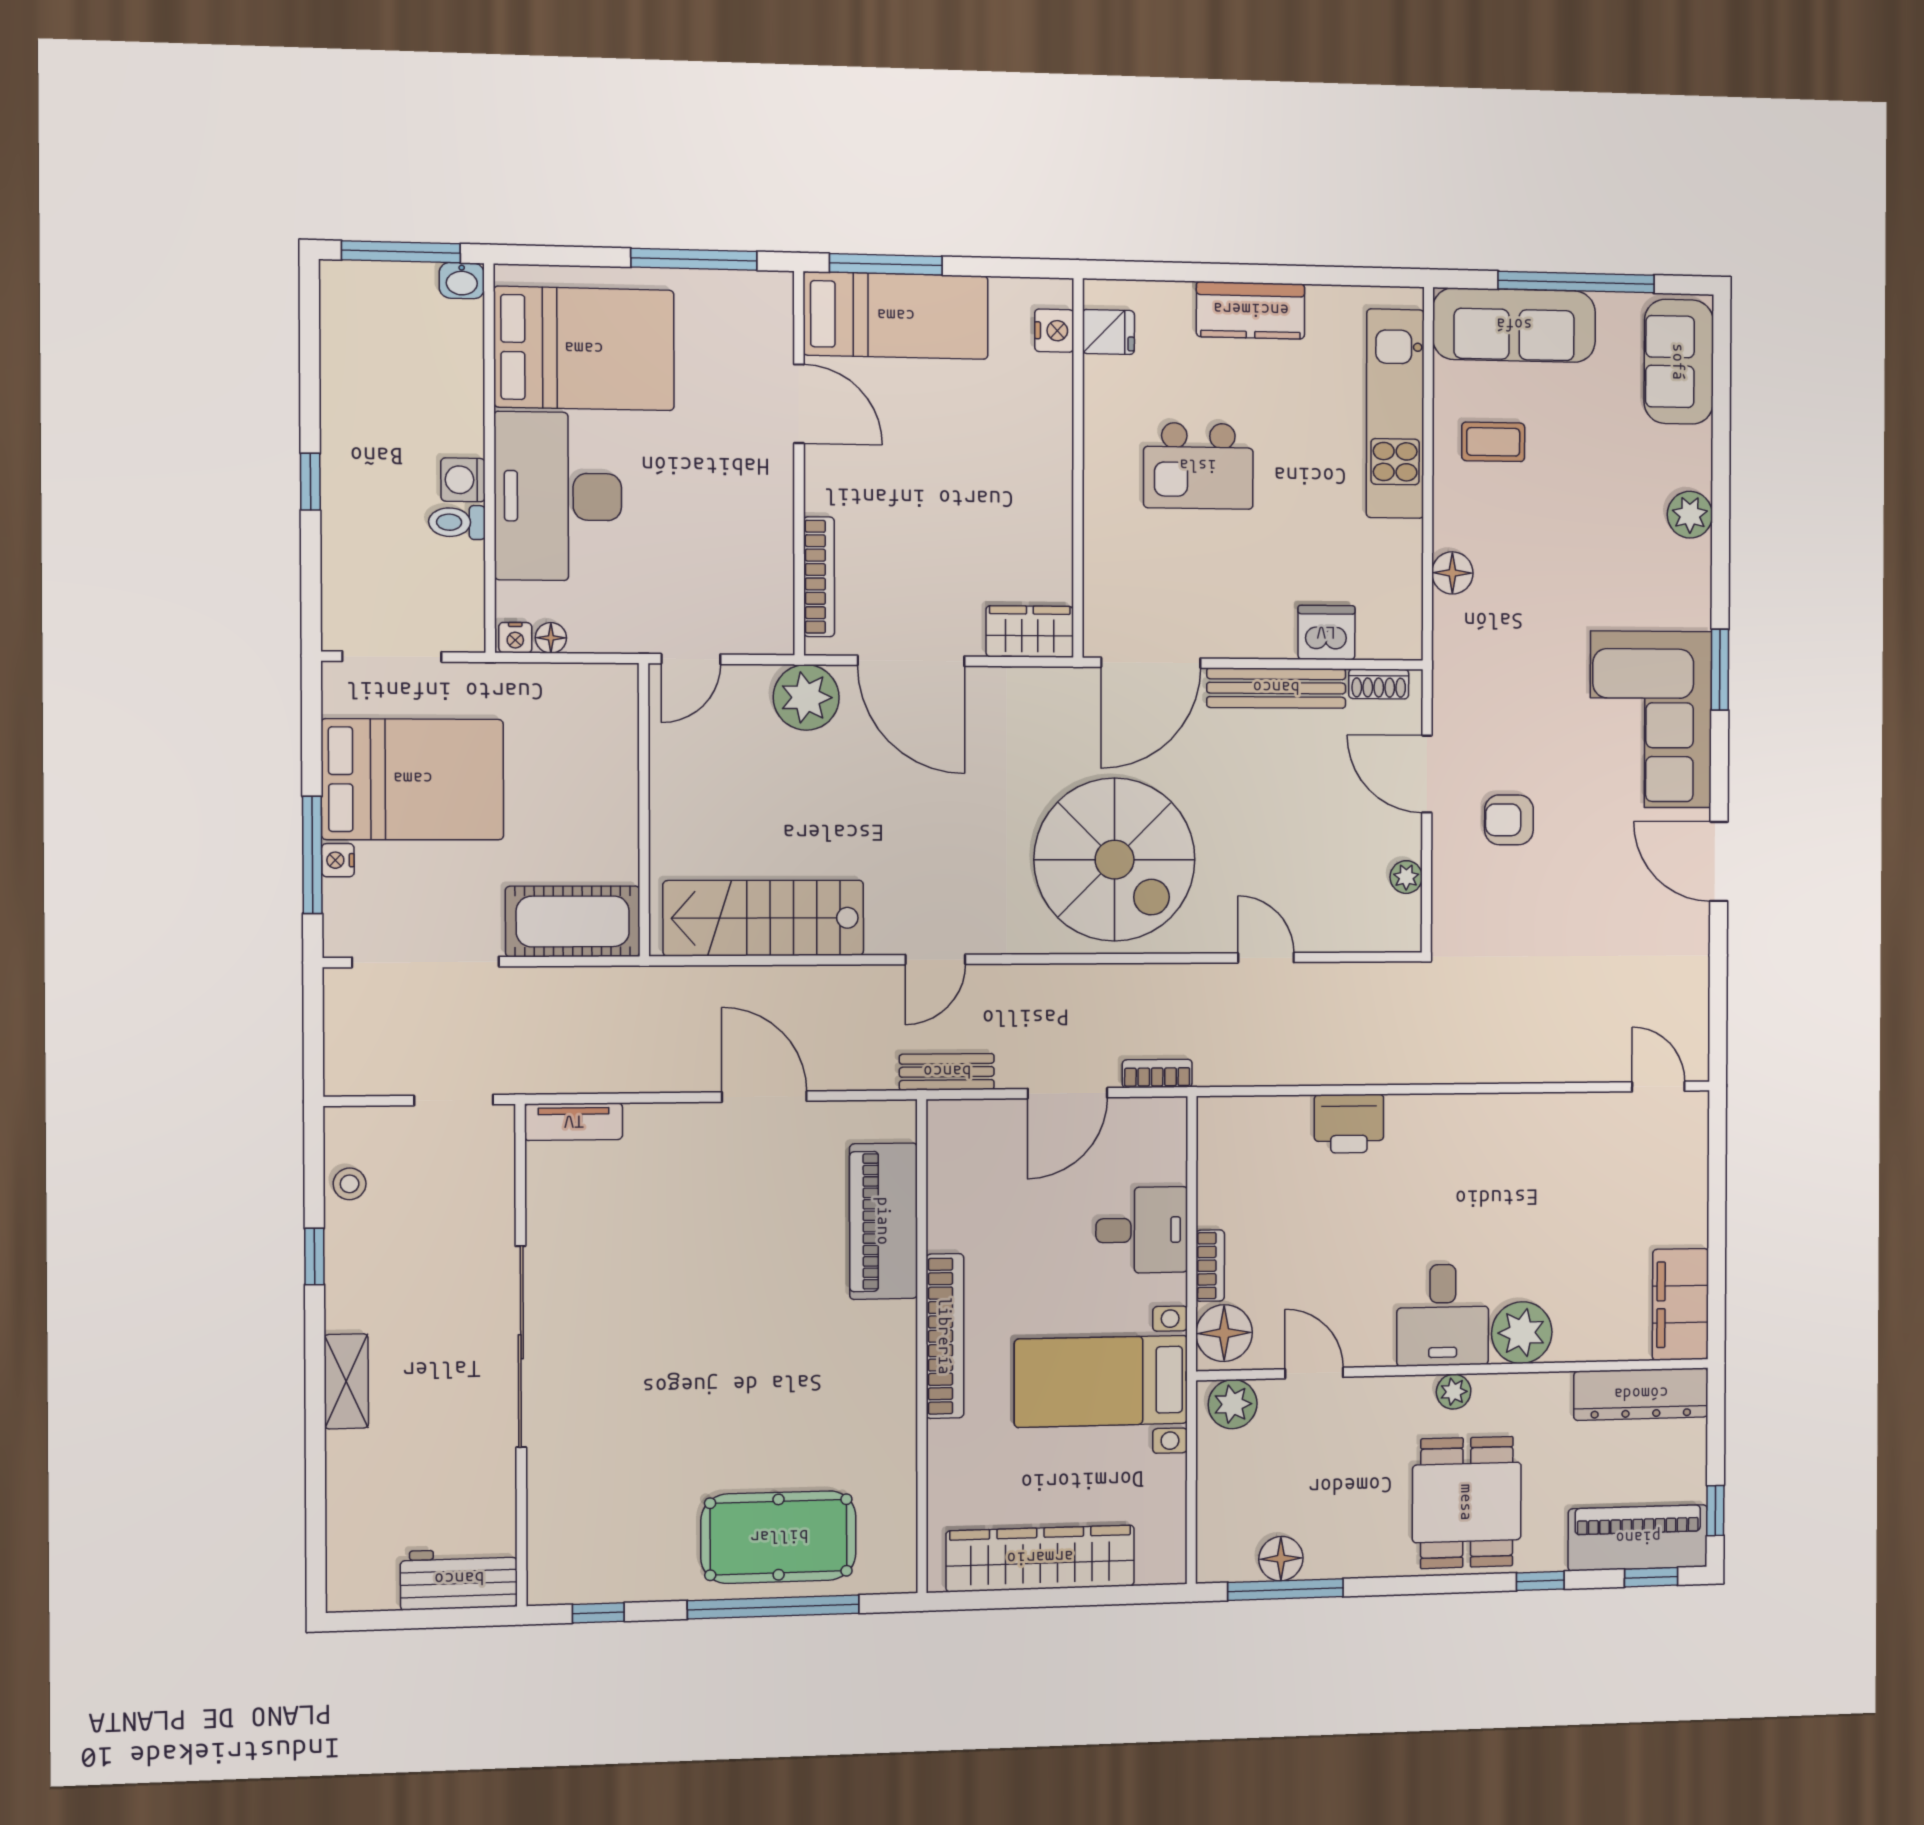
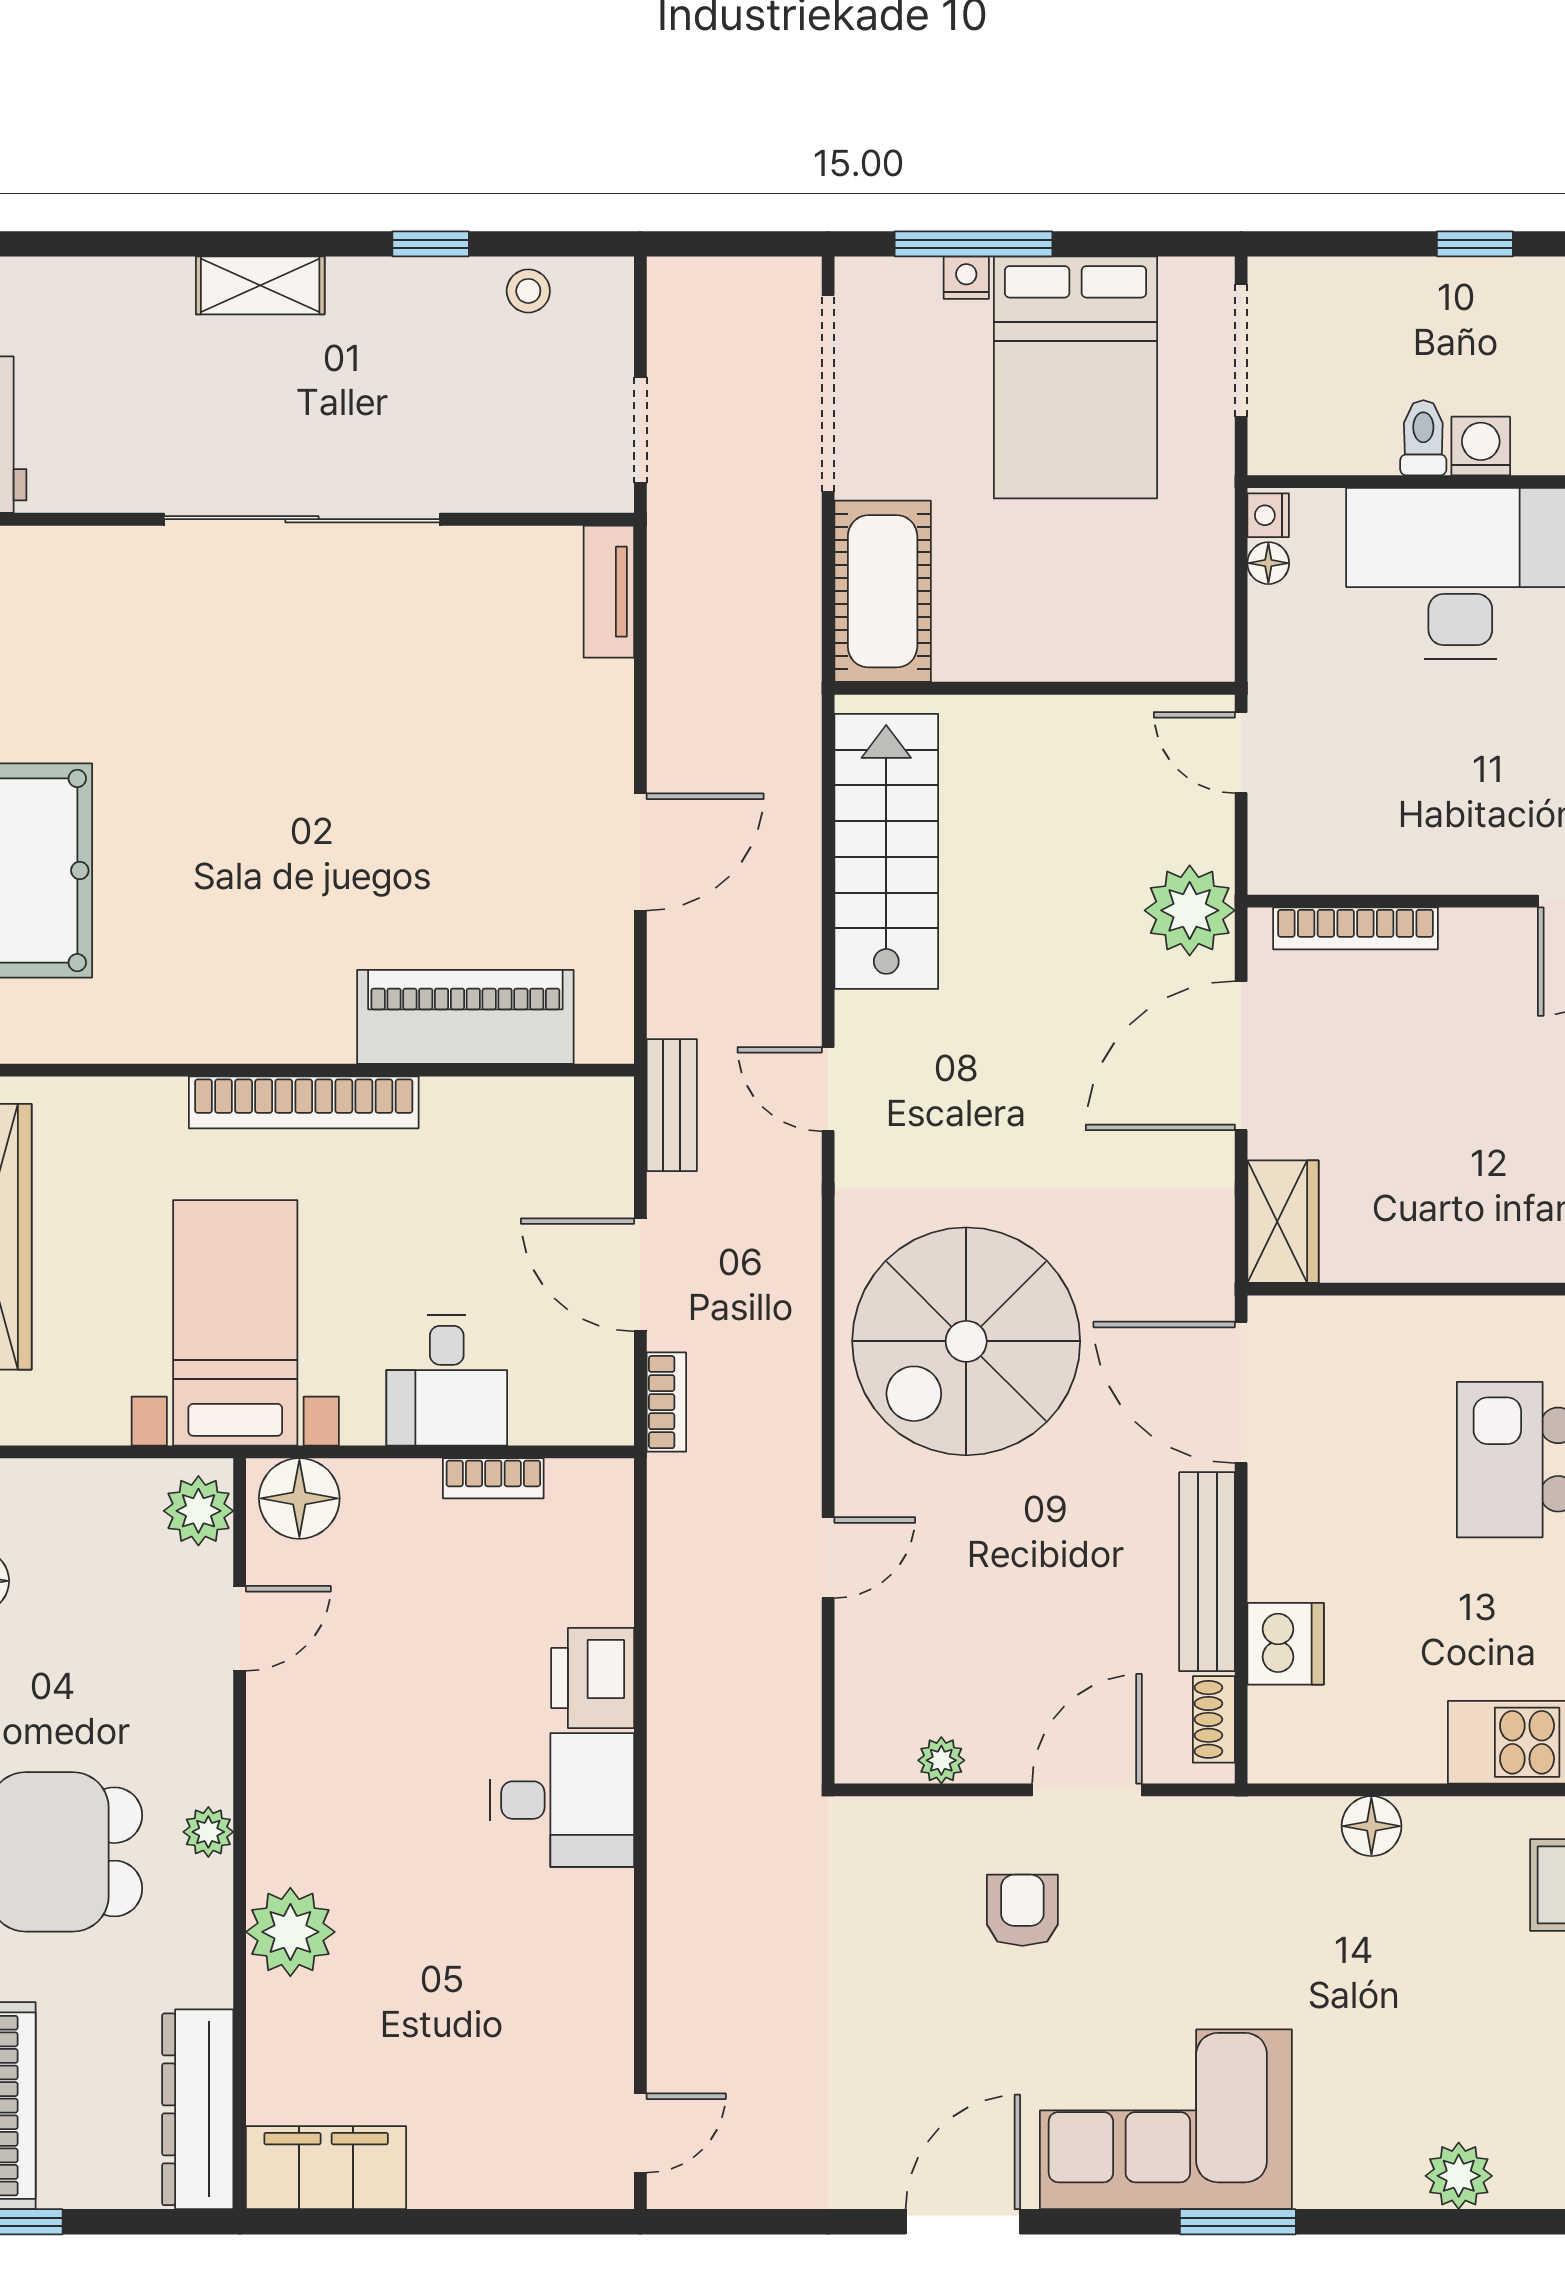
bookcase: (1210, 1266) -> (493, 1478), moved
desk: (1443, 1315) -> (562, 1800), moved, turned 180

